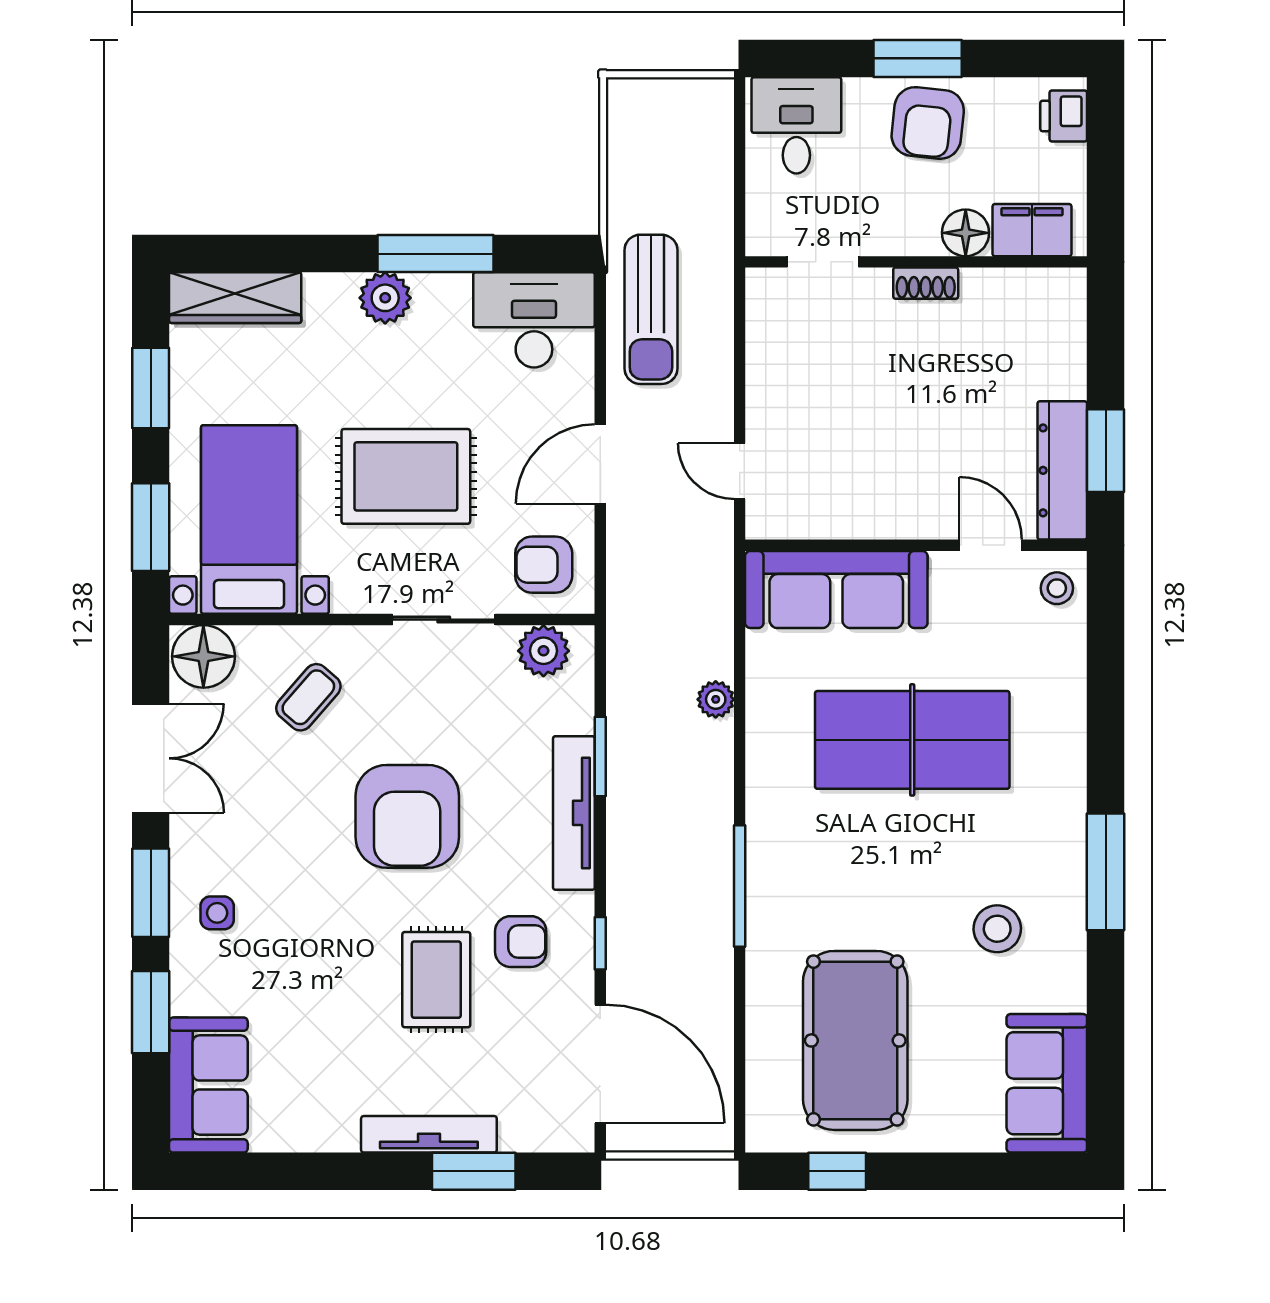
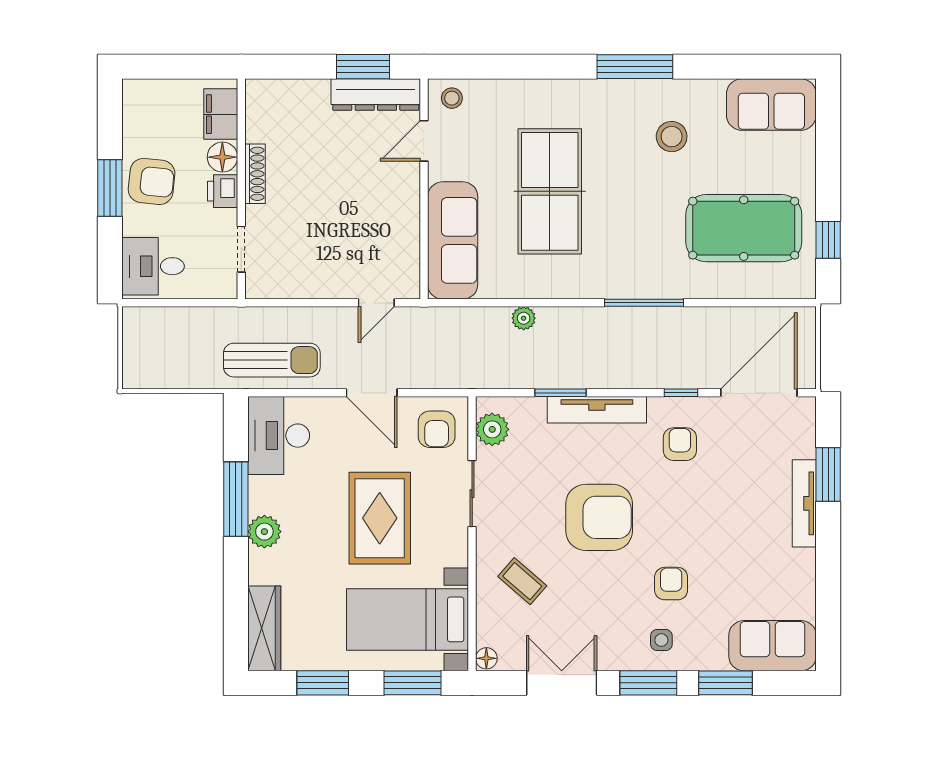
printer: (1064, 116) -> (223, 191), moved, turned 90
shoe rack: (926, 283) -> (255, 174), width x1.43
floor lamp: (203, 656) -> (486, 658), width x0.53, depth x0.53
armchair: (305, 928) -> (671, 584), added
rug: (436, 980) -> (704, 499), removed

